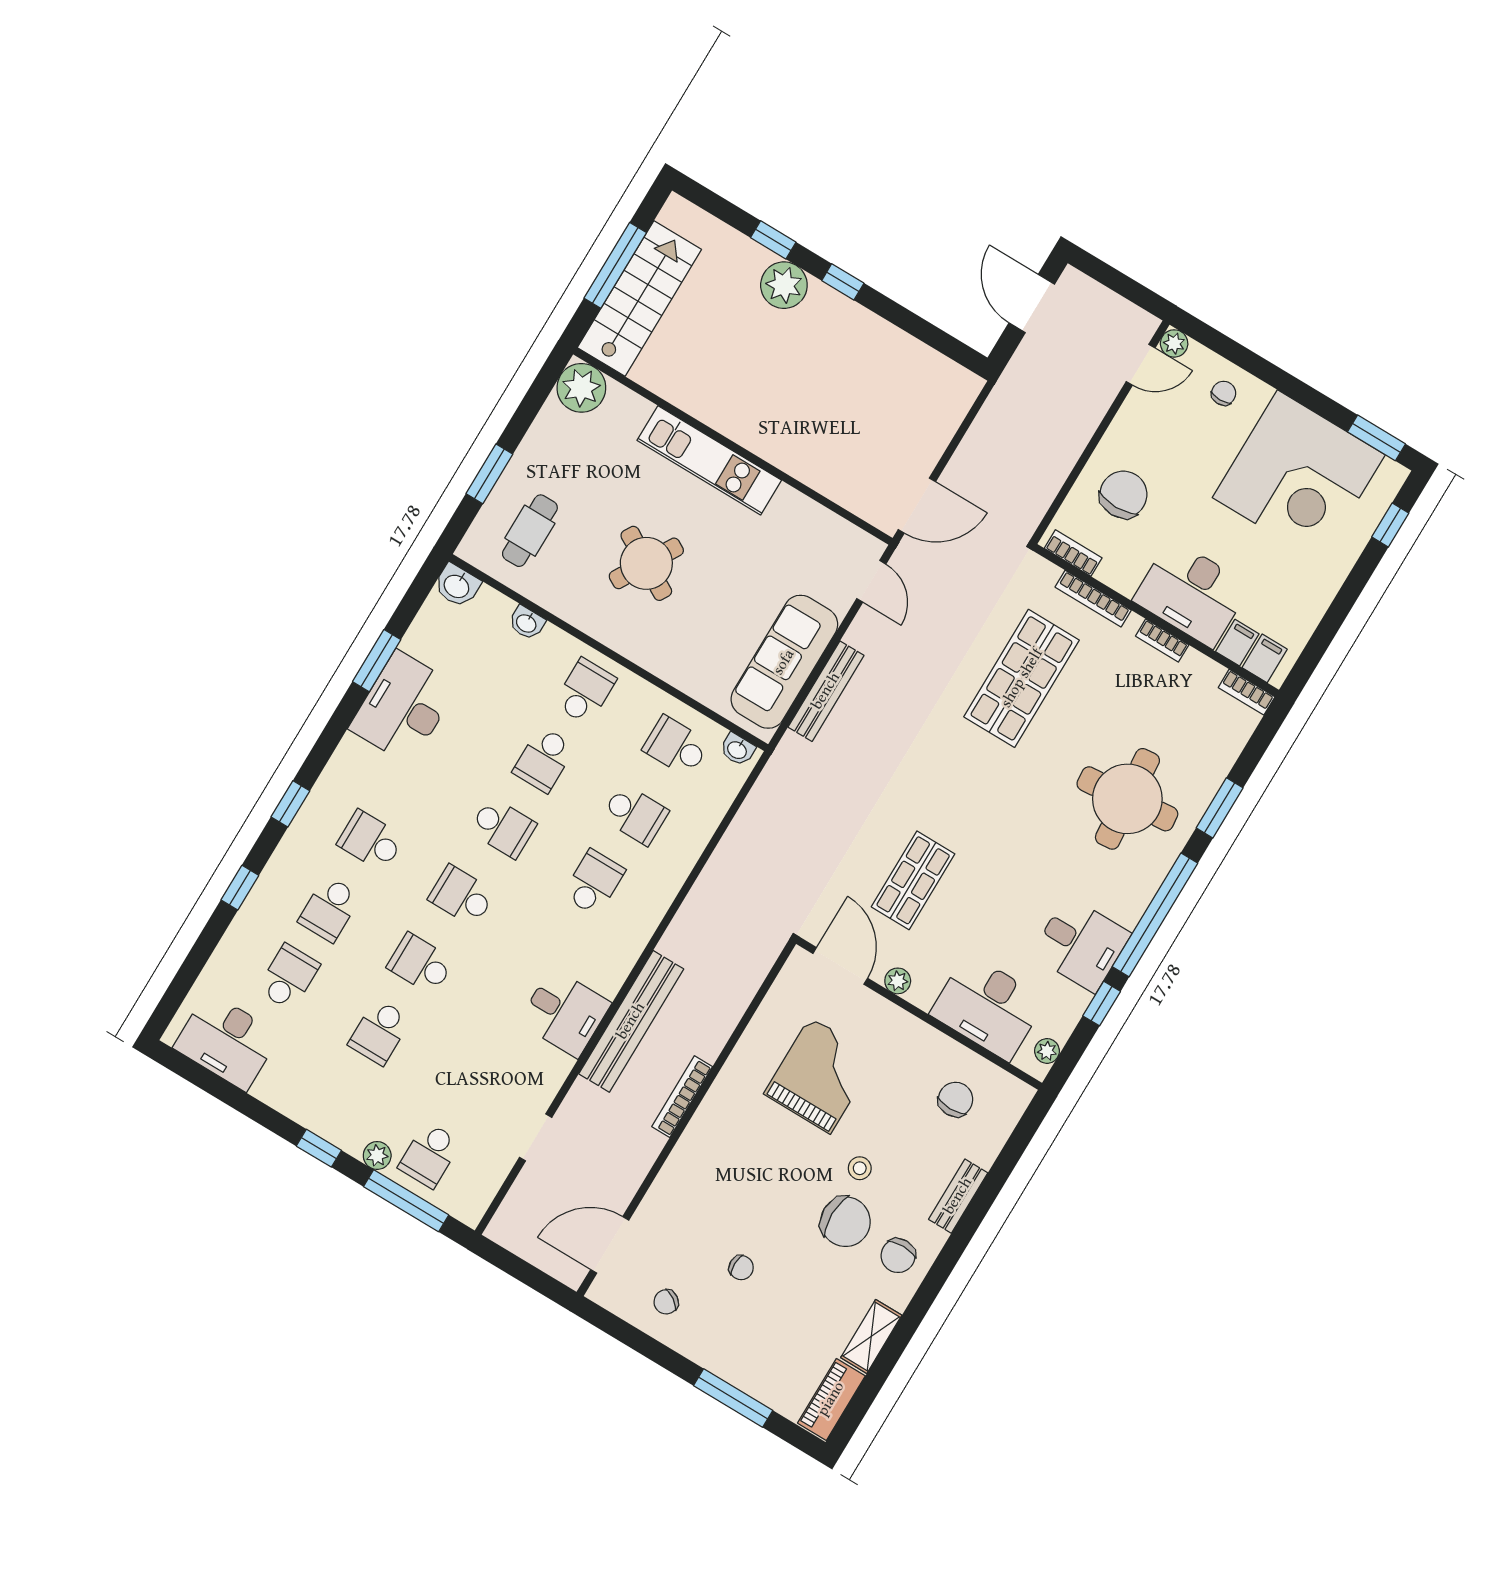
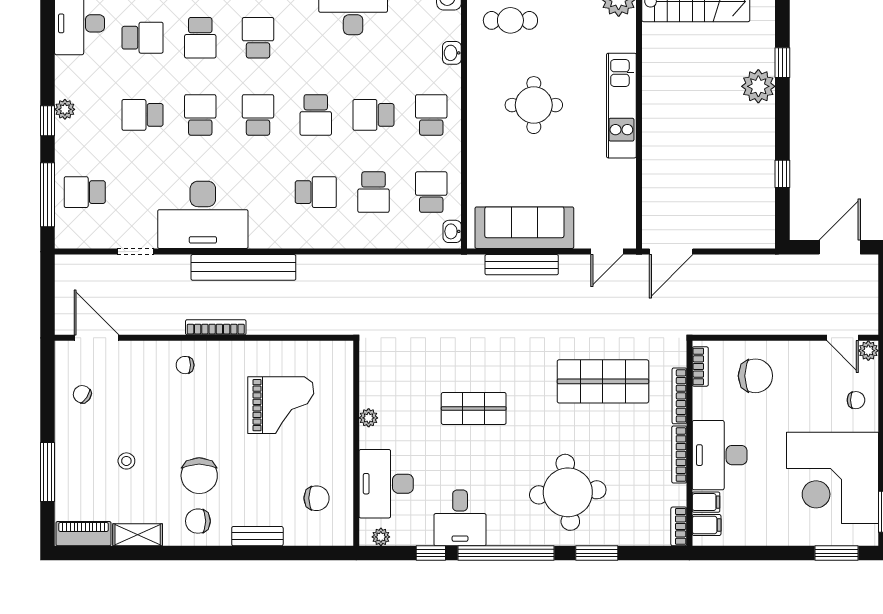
window: (843, 282) -> (782, 174), moved
door: (917, 506) -> (671, 252), hinge flipped
window: (1390, 525) -> (837, 553), width x1.50
round table: (646, 563) -> (534, 105), turned -30
bookcase: (1162, 640) -> (679, 455), width x1.56
school desk: (585, 691) -> (431, 115), turned -90
shop shelf: (913, 880) -> (474, 408), moved
school desk: (330, 909) -> (200, 38), turned -90
door: (840, 966) -> (356, 376), removed
desk: (565, 1013) -> (203, 215), width x1.87, depth x1.30
plant: (377, 1155) -> (65, 109), moved
stool: (860, 1168) -> (126, 461), moved
chair: (741, 1268) -> (185, 365), moved, turned 90

